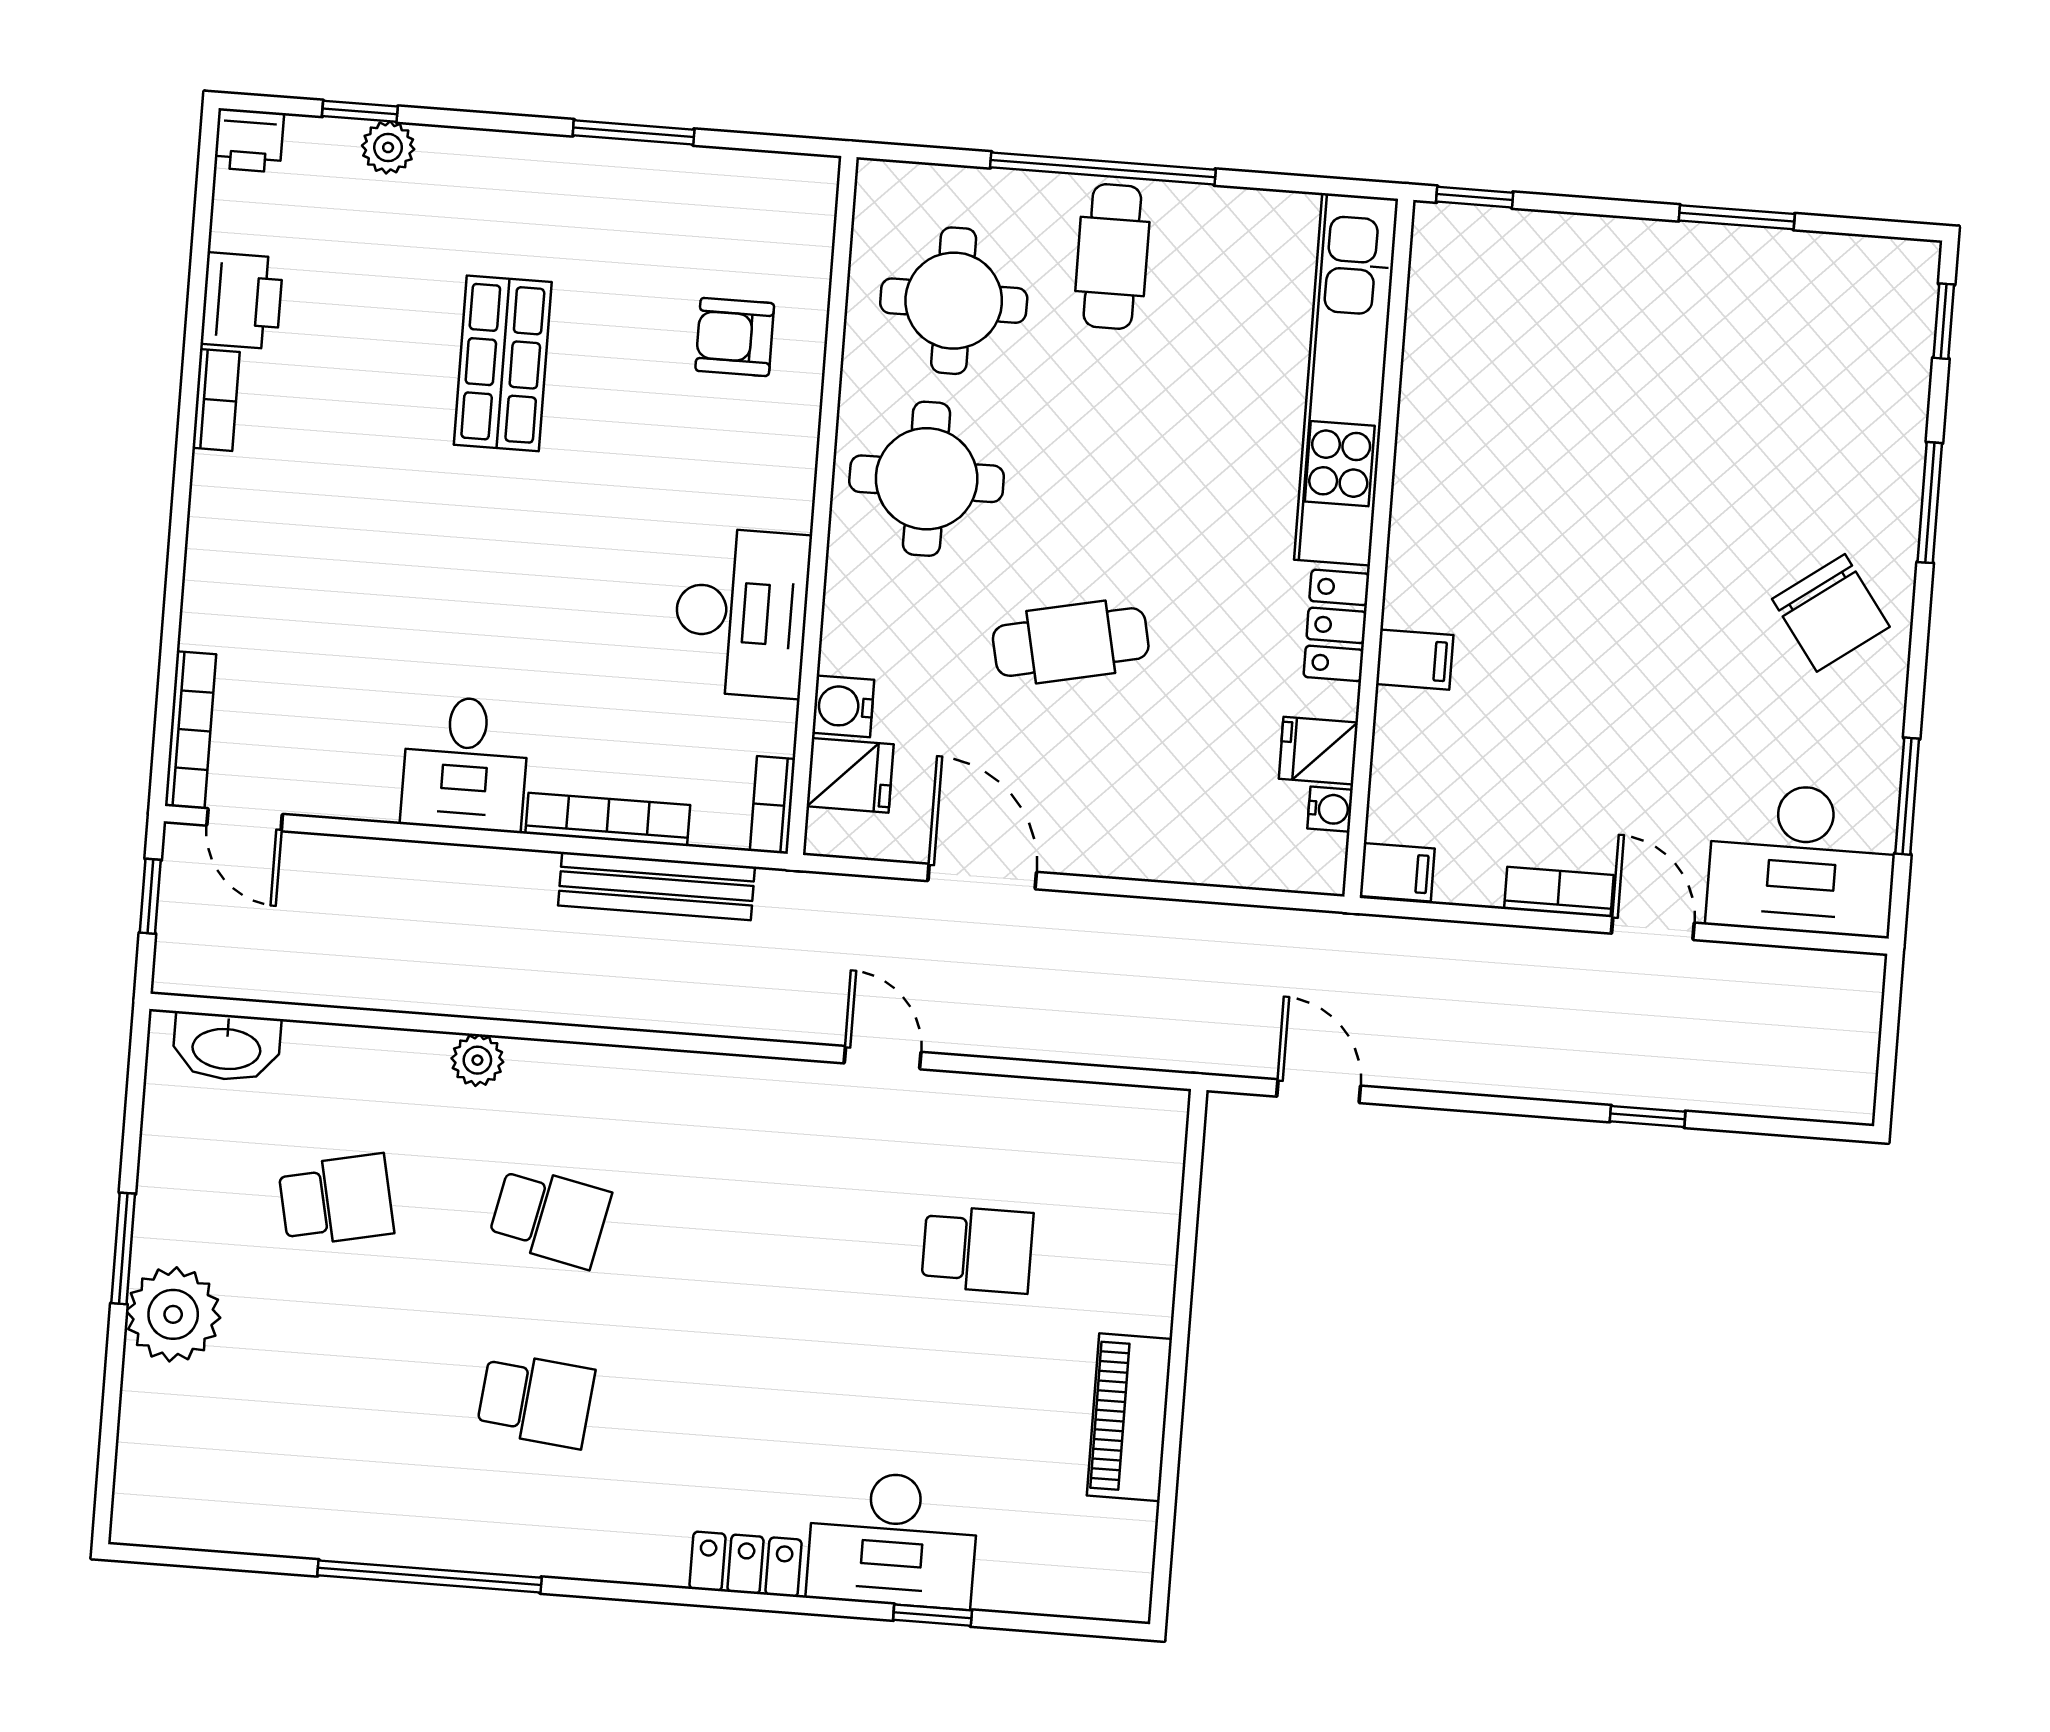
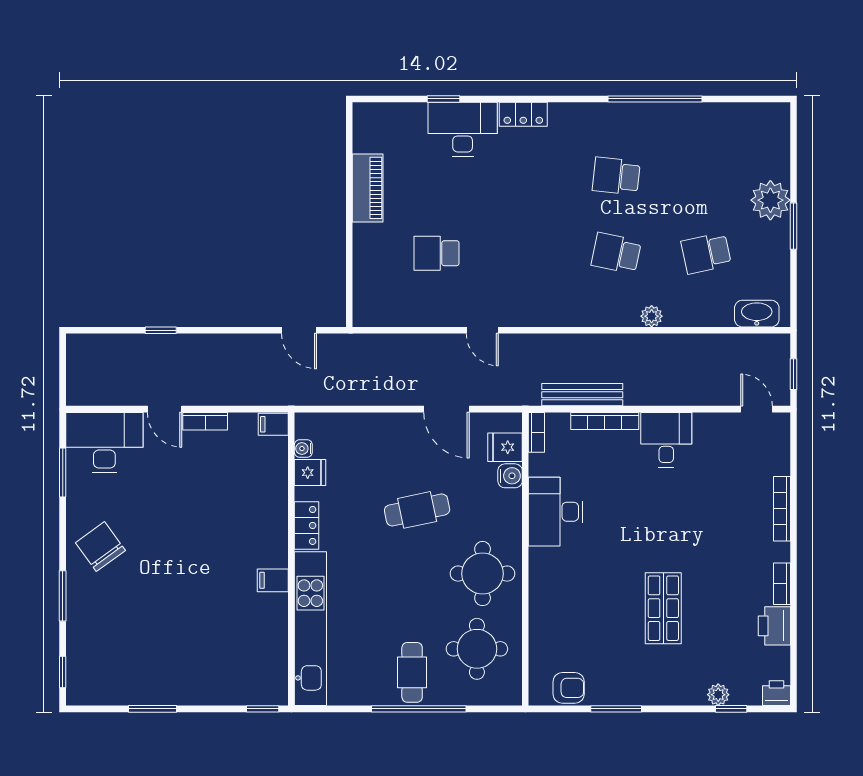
armchair: (735, 337) -> (569, 688), moved
filing cabinet: (1415, 660) -> (273, 580), moved
bookcase: (191, 730) -> (782, 509), moved

